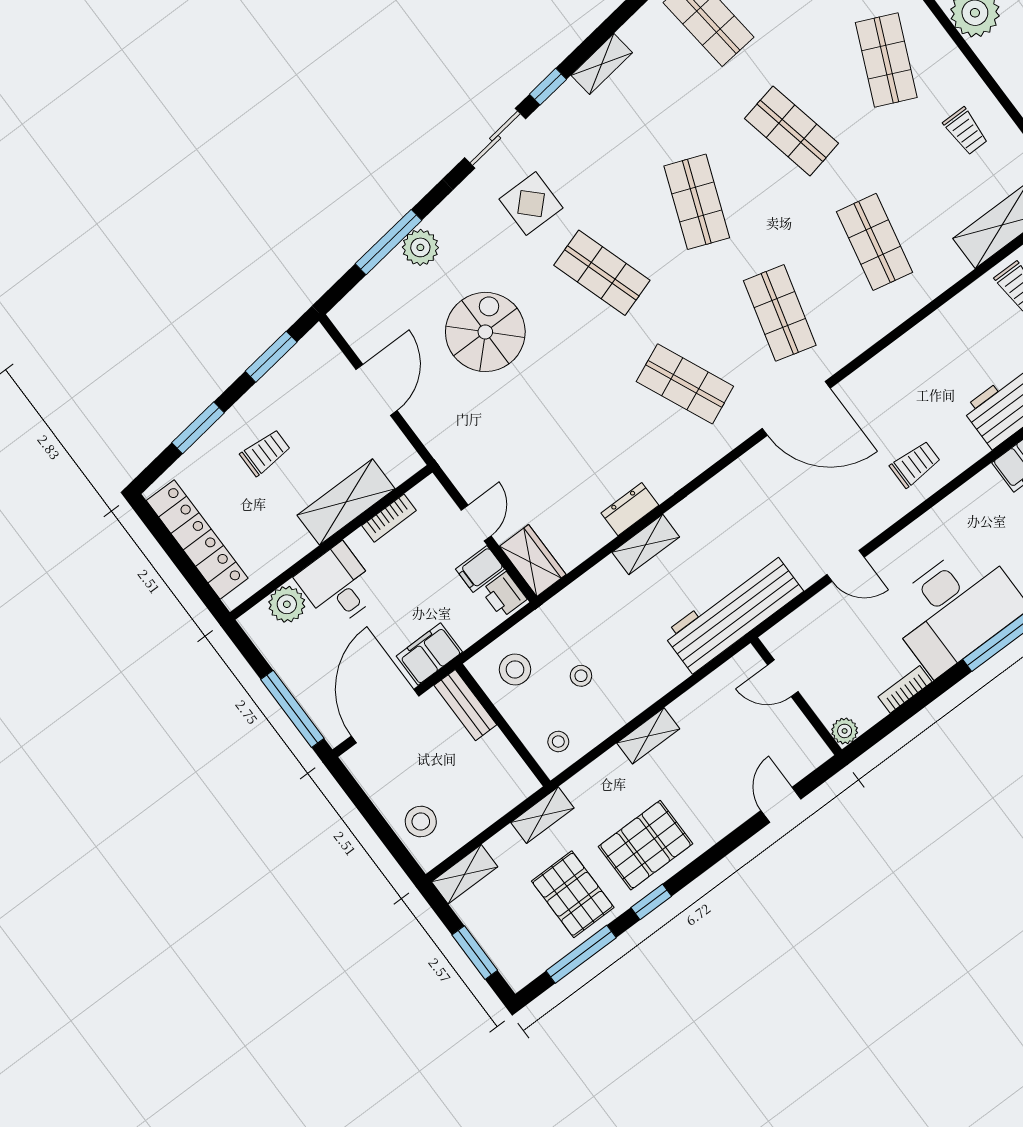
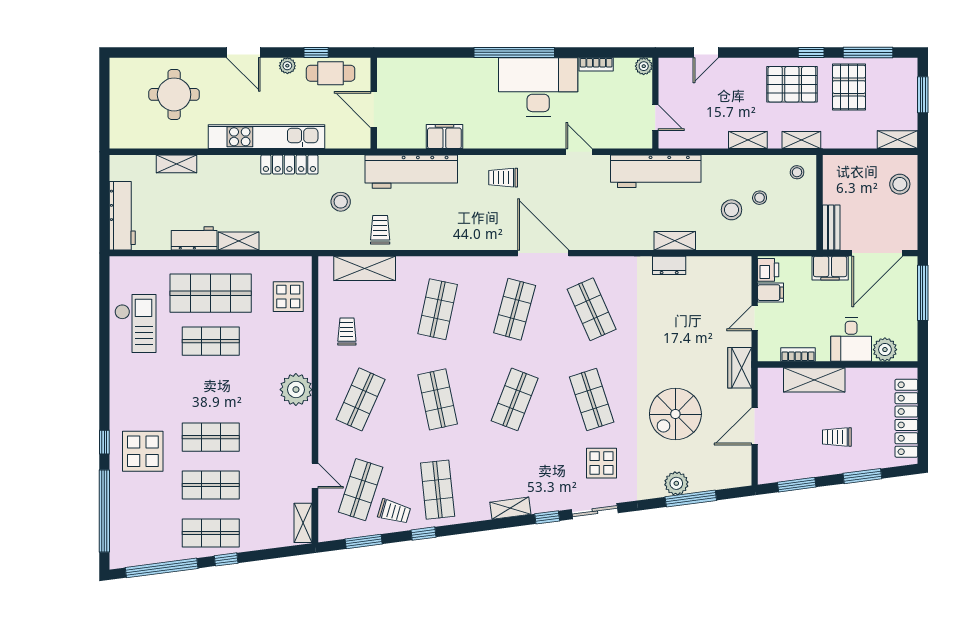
wardrobe: (533, 560) -> (740, 368), moved
stool: (515, 669) -> (731, 210), moved
shelving: (542, 815) -> (801, 140), moved

